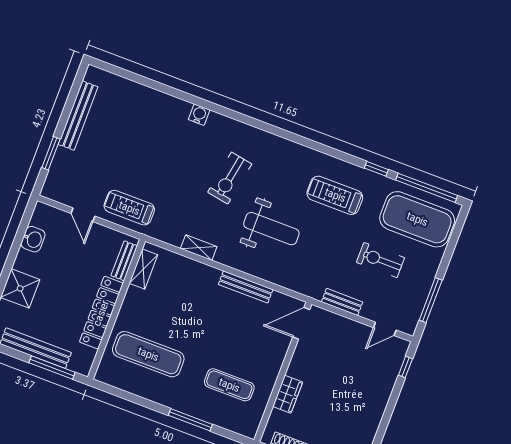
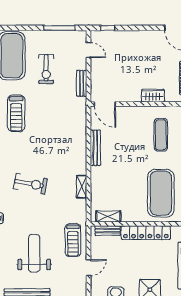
weight bench: (271, 229) -> (34, 253), moved
exercise mat: (148, 354) -> (161, 193), width x1.47

